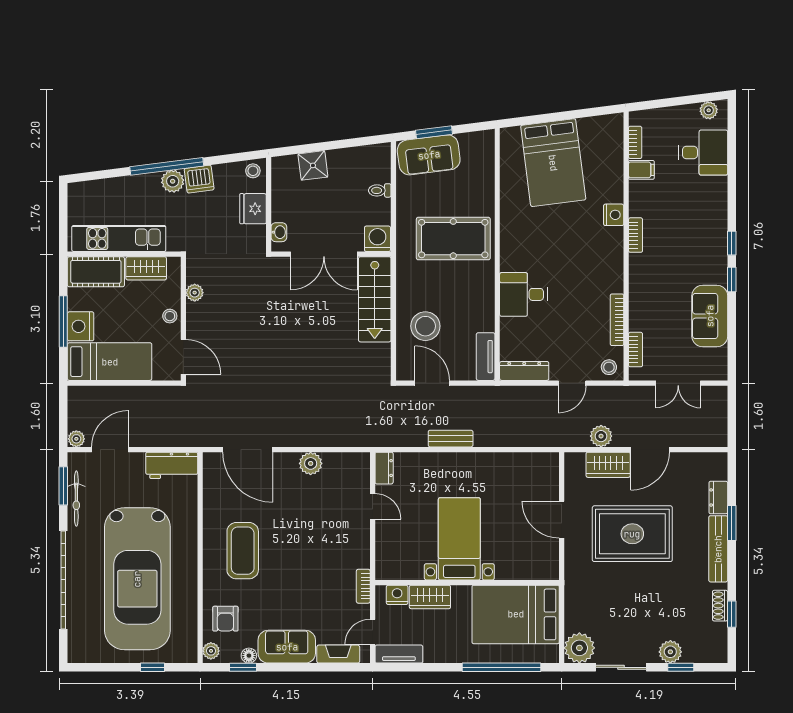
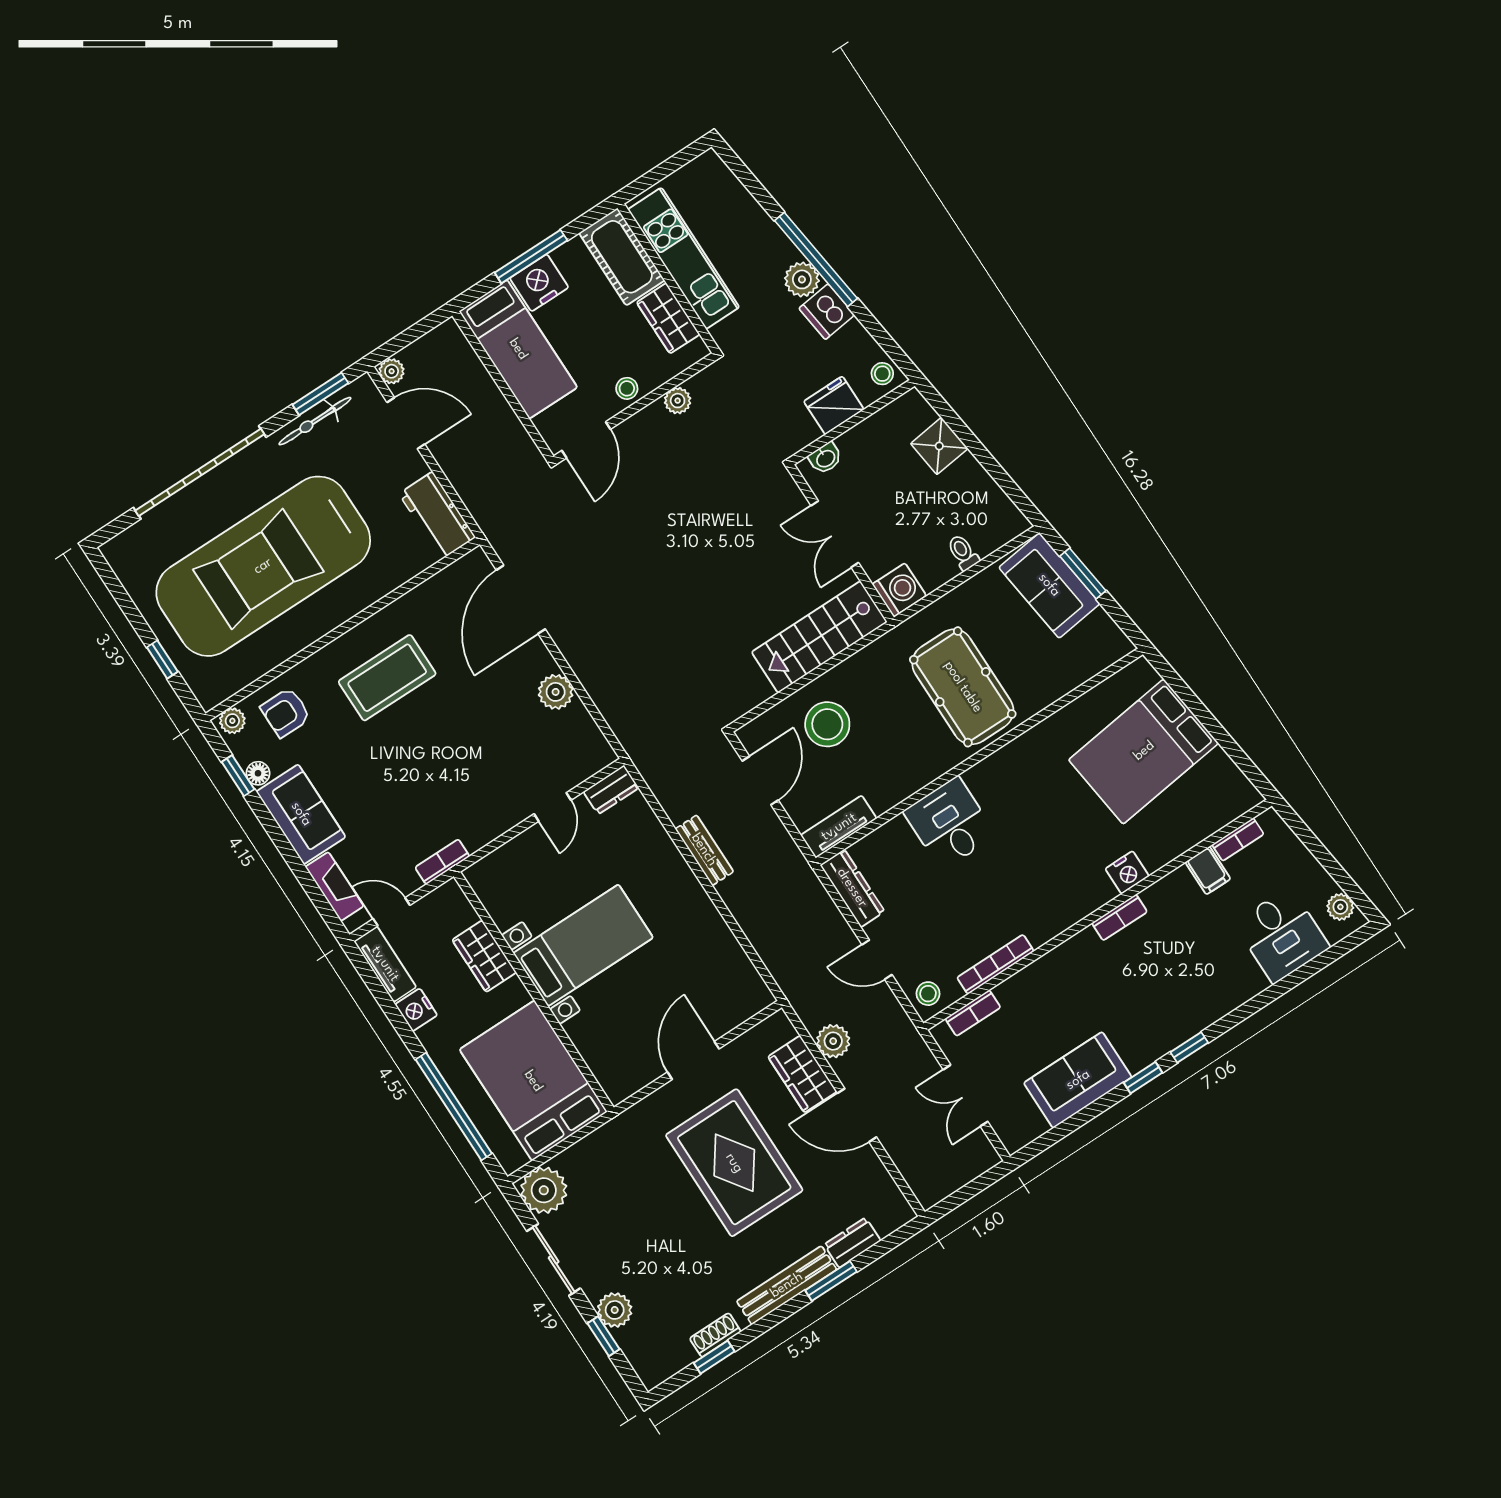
double door: (324, 254) -> (835, 534), width x0.73
nightstand: (397, 595) -> (416, 1010), moved, turned 180

